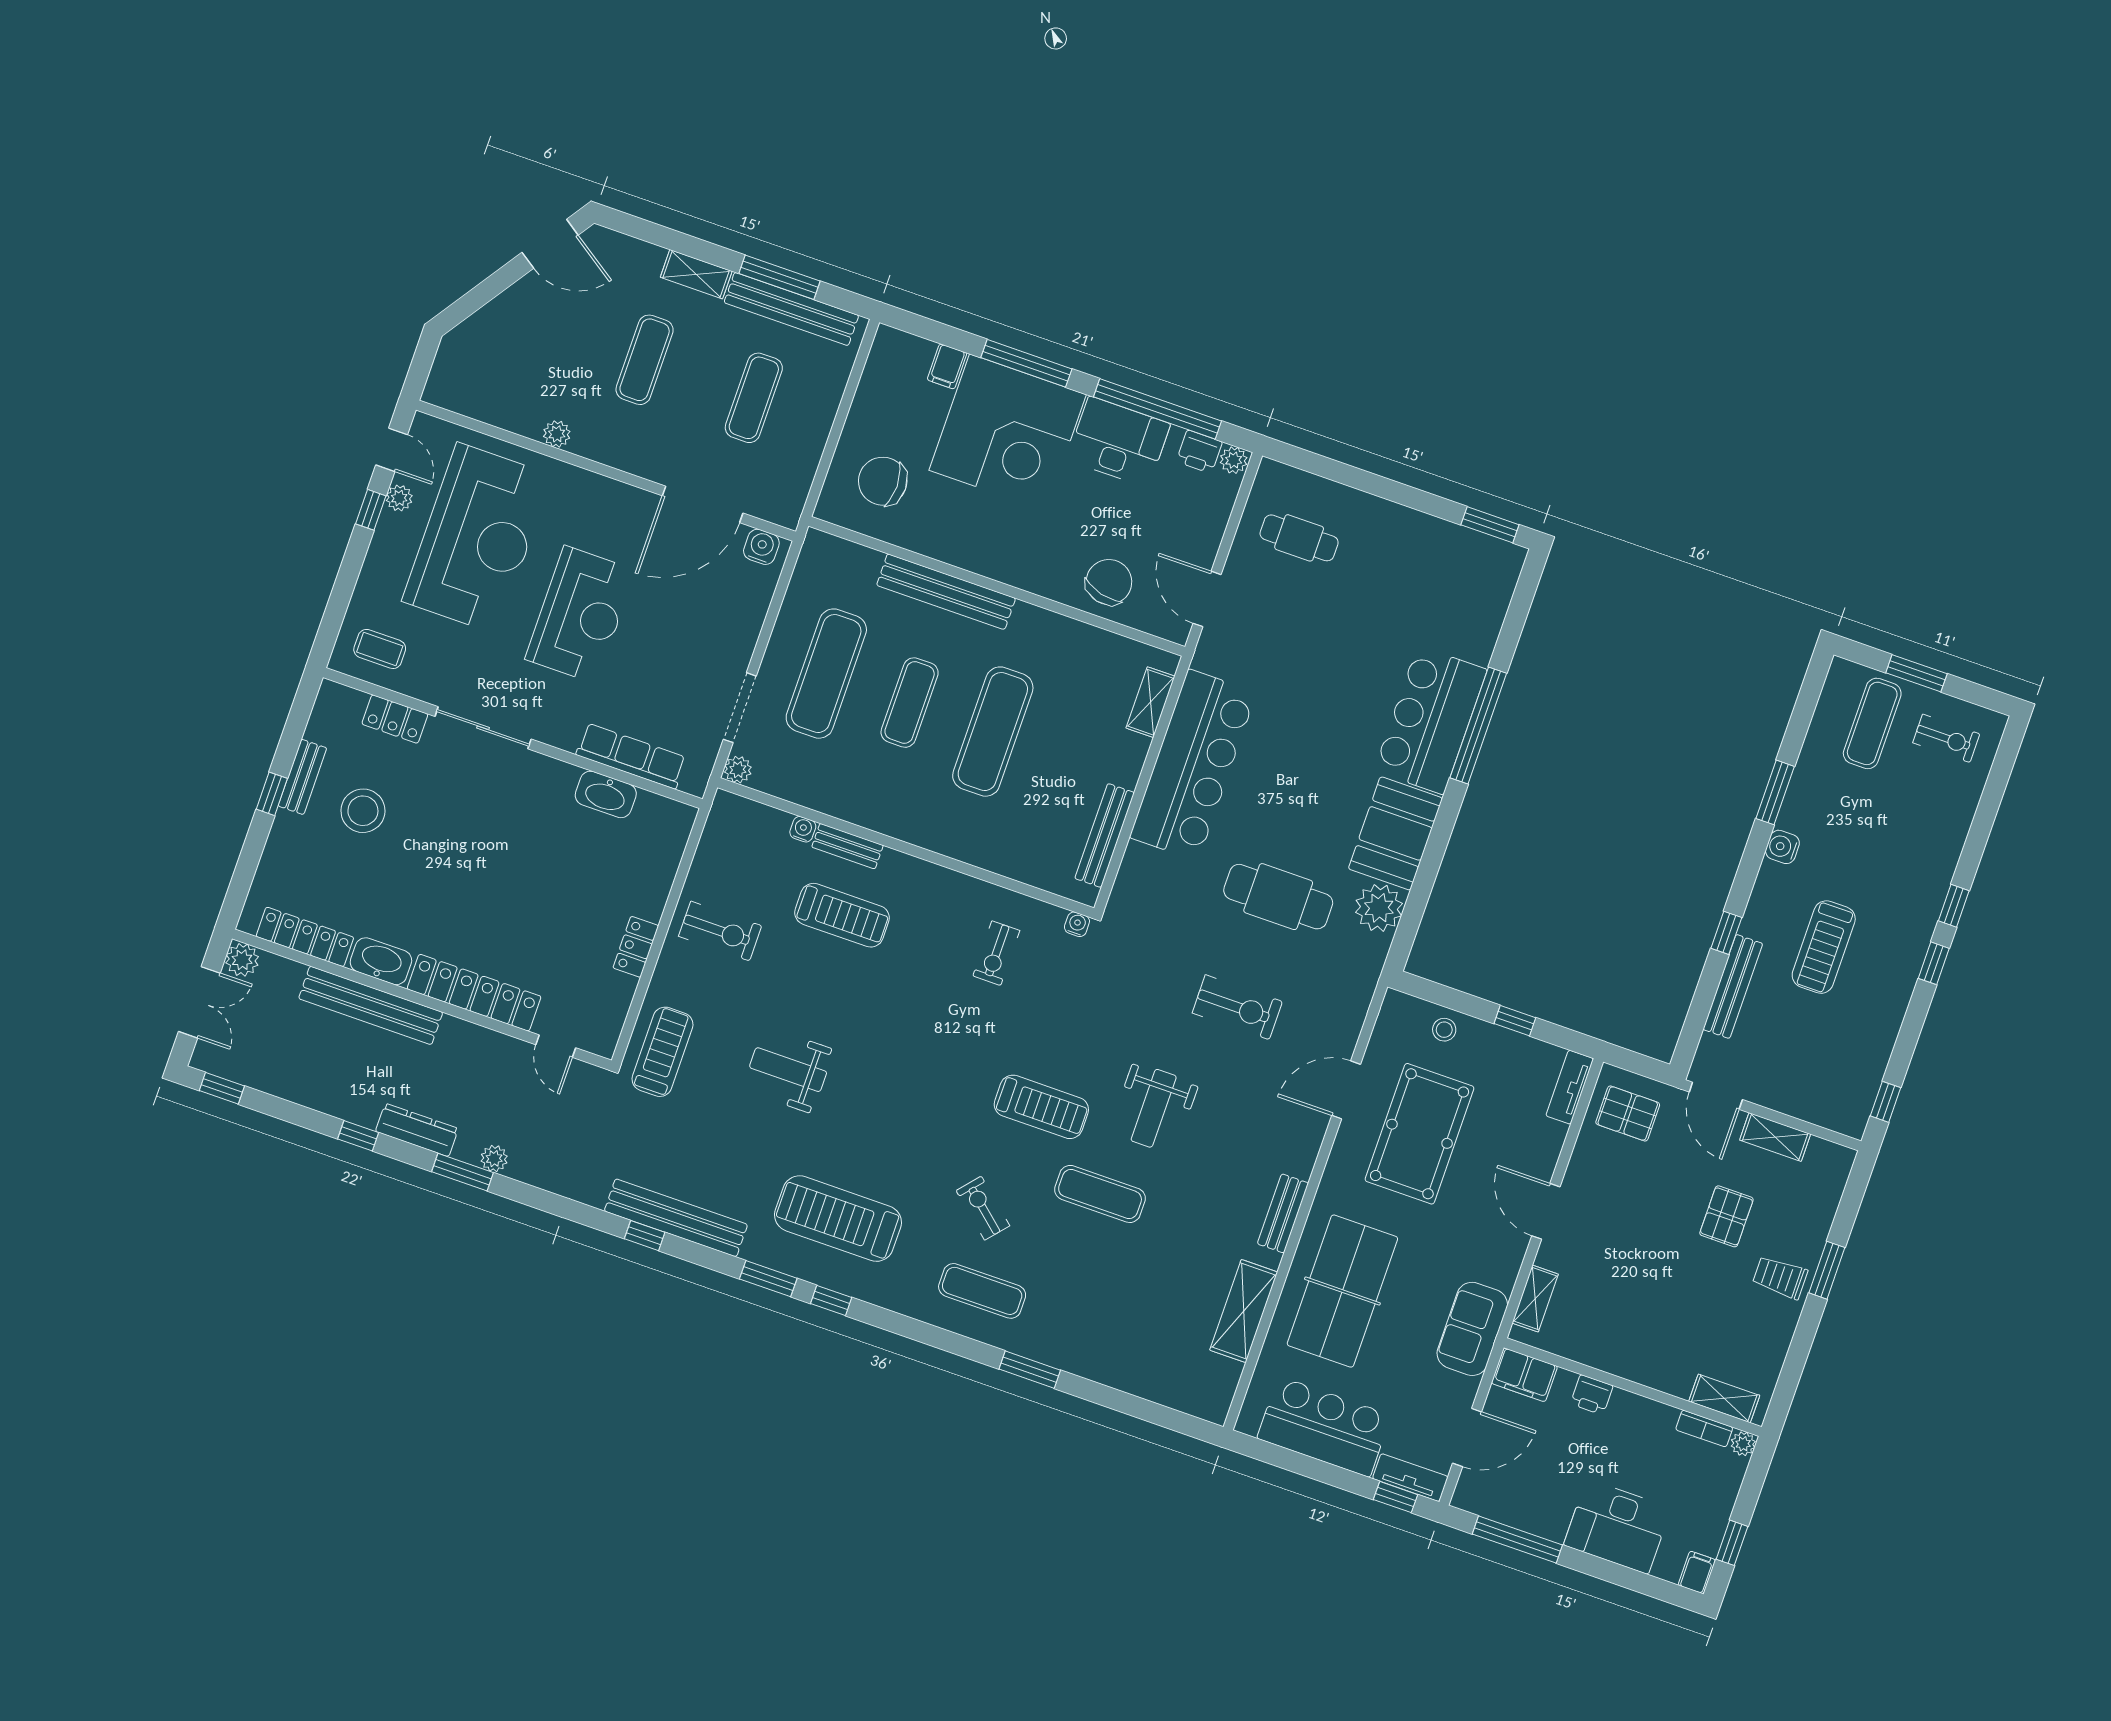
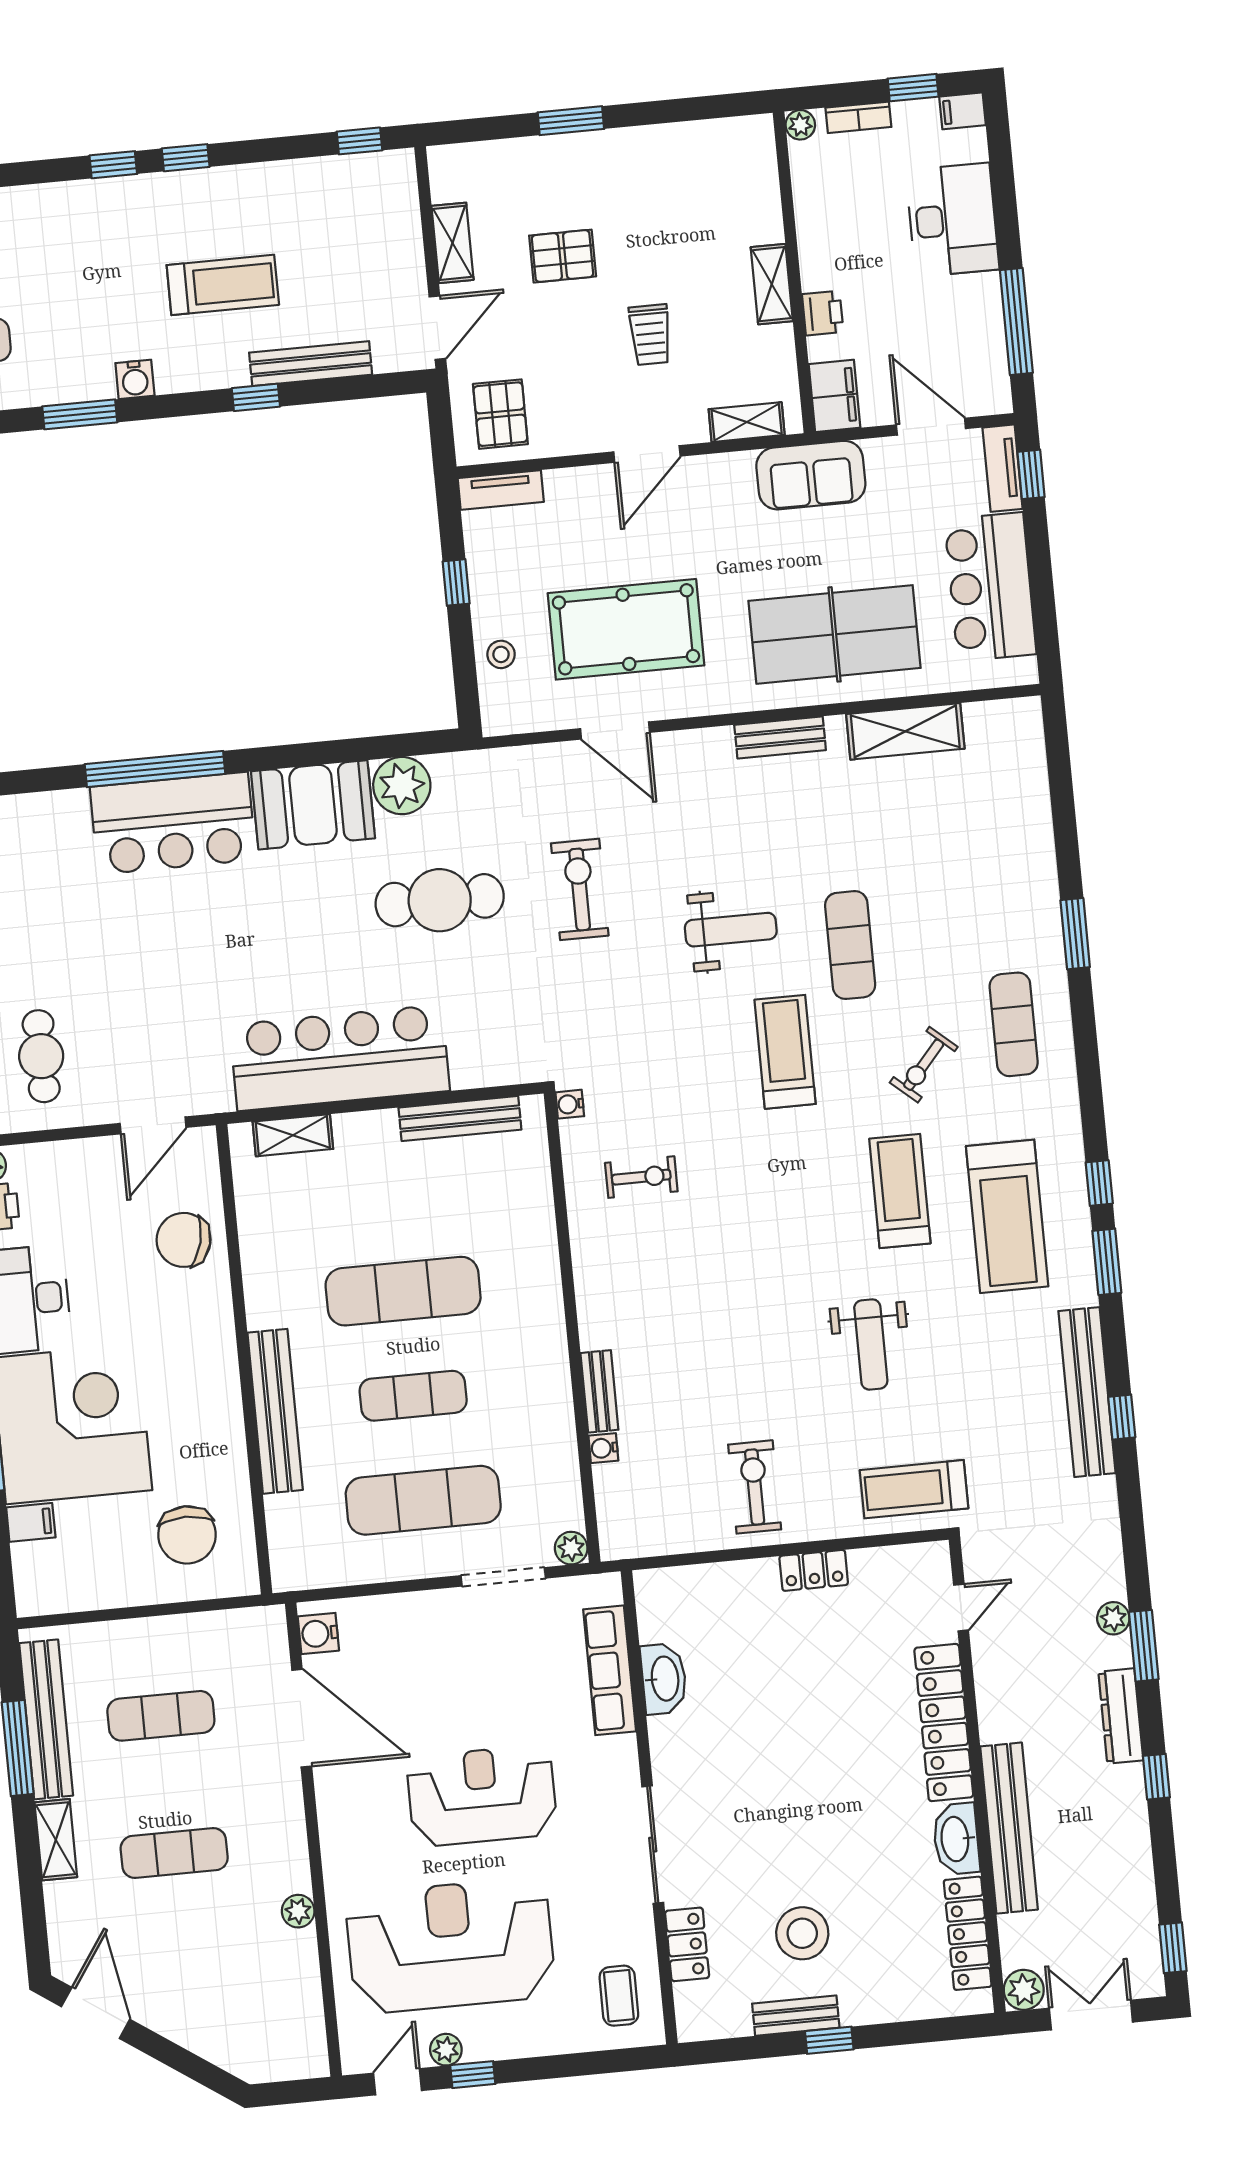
cafe table: (1278, 897) -> (440, 900), turned 90
treadmill: (842, 915) -> (900, 1191), moved
trolley: (1780, 1277) -> (650, 335), moved
shelving: (1724, 1398) -> (772, 284), moved
bookcase: (1704, 1429) -> (858, 117), moved, turned 90

